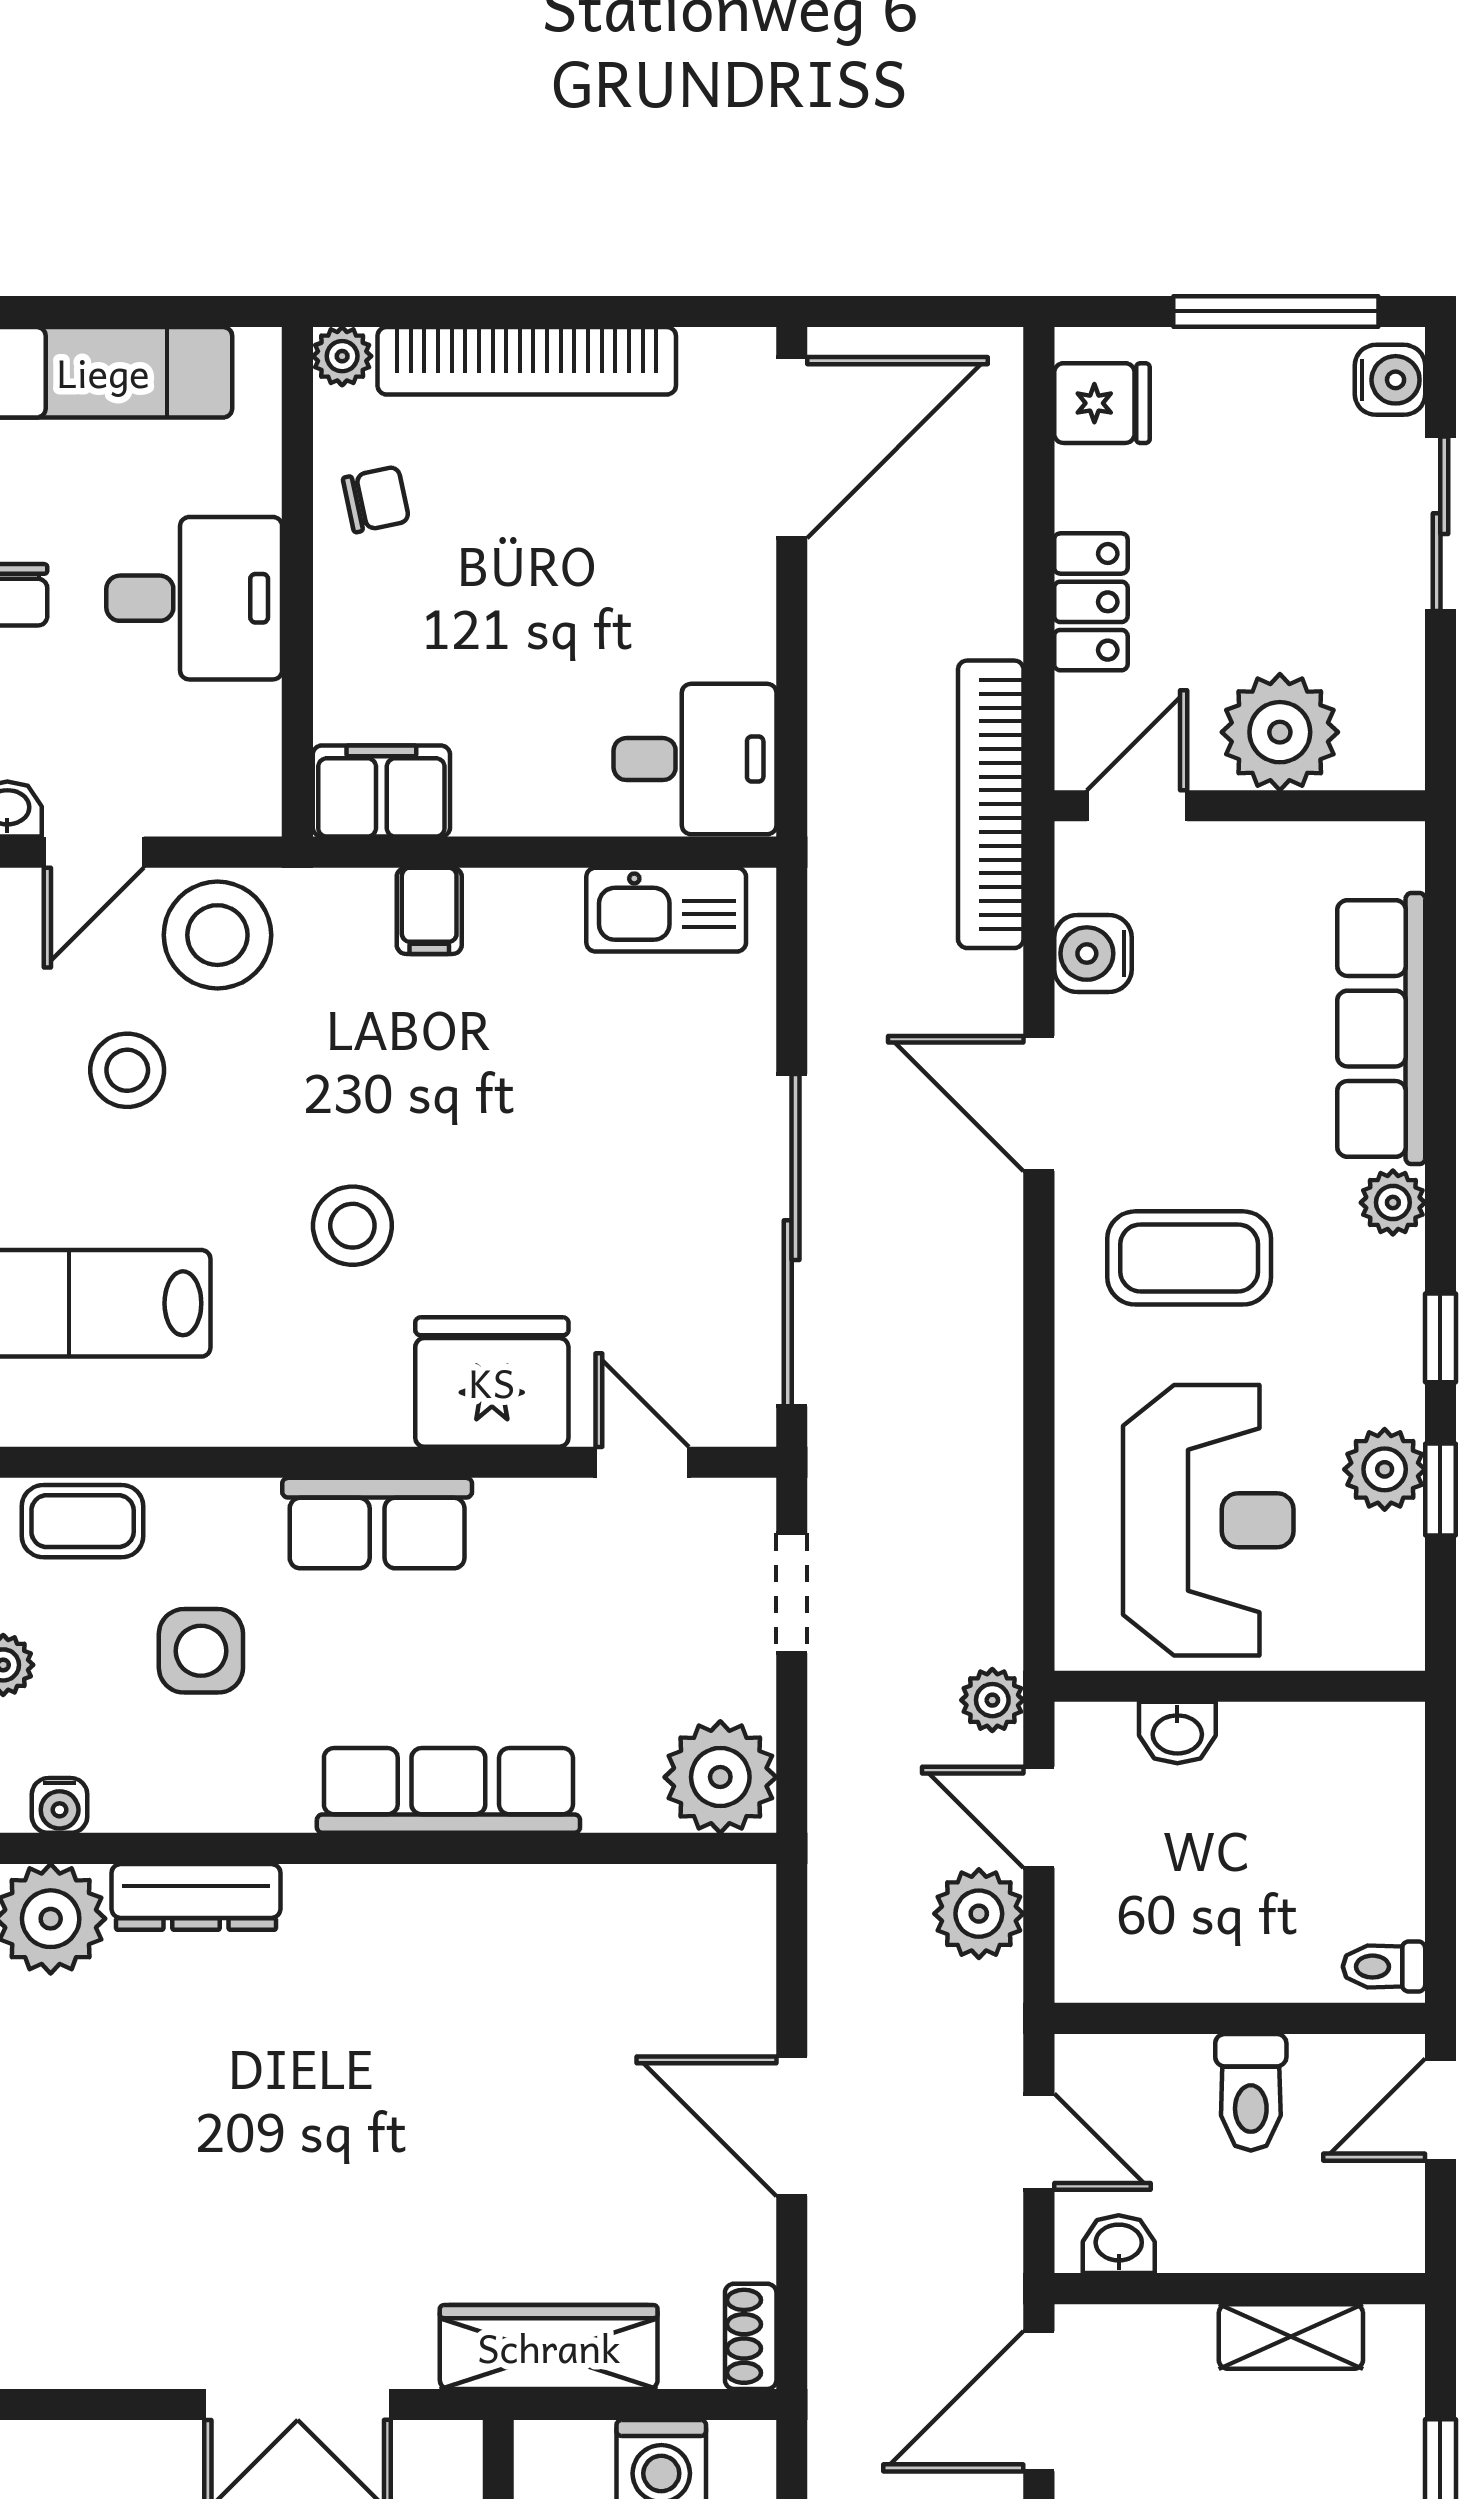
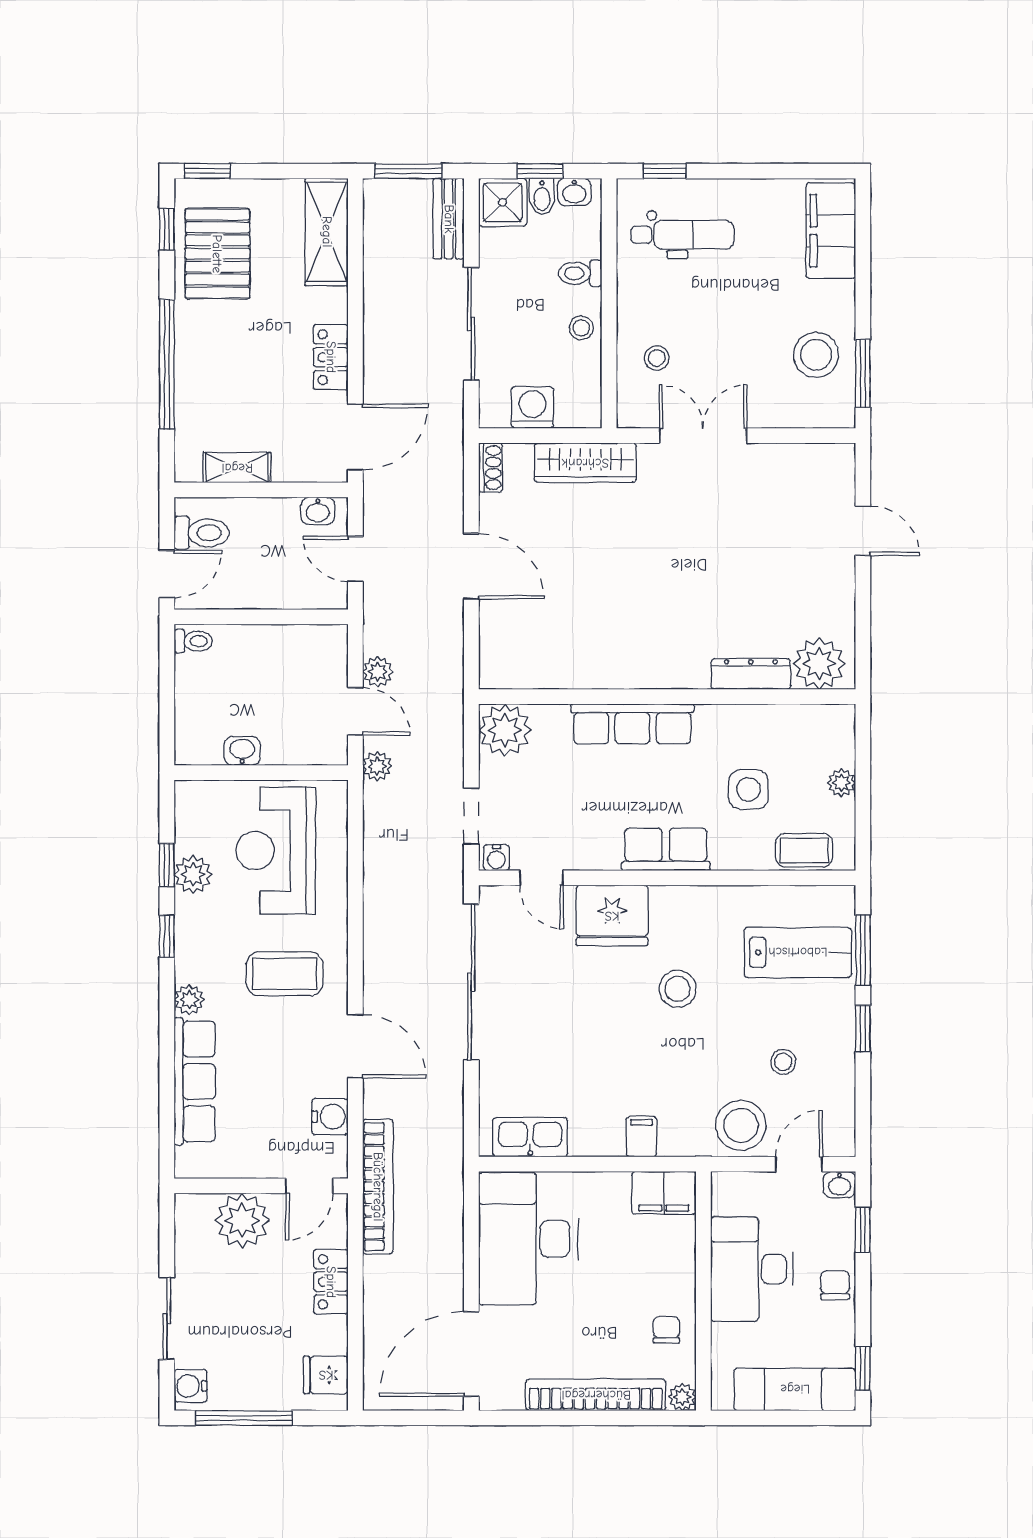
chair: (376, 499) -> (666, 1330), turned 102
desk: (194, 598) -> (752, 1269), width x1.37
desk: (695, 759) -> (528, 1239), width x1.87, depth x1.30
stool: (127, 1070) -> (783, 1062), width x0.73, depth x0.73
washbasin: (1177, 1733) -> (242, 751), moved
water cooler: (60, 1805) -> (496, 858), moved, turned 180
plant: (979, 1914) -> (378, 672), width x0.73, depth x0.73
toilet: (1251, 2092) -> (201, 533), moved, turned 90

